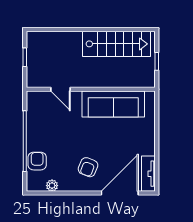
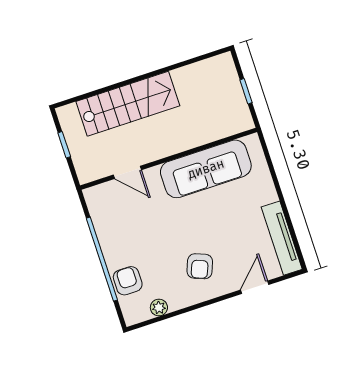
stairs: (116, 44) -> (128, 104), moved
tv unit: (148, 174) -> (282, 238), width x1.41
door: (120, 193) -> (255, 287), width x0.53

